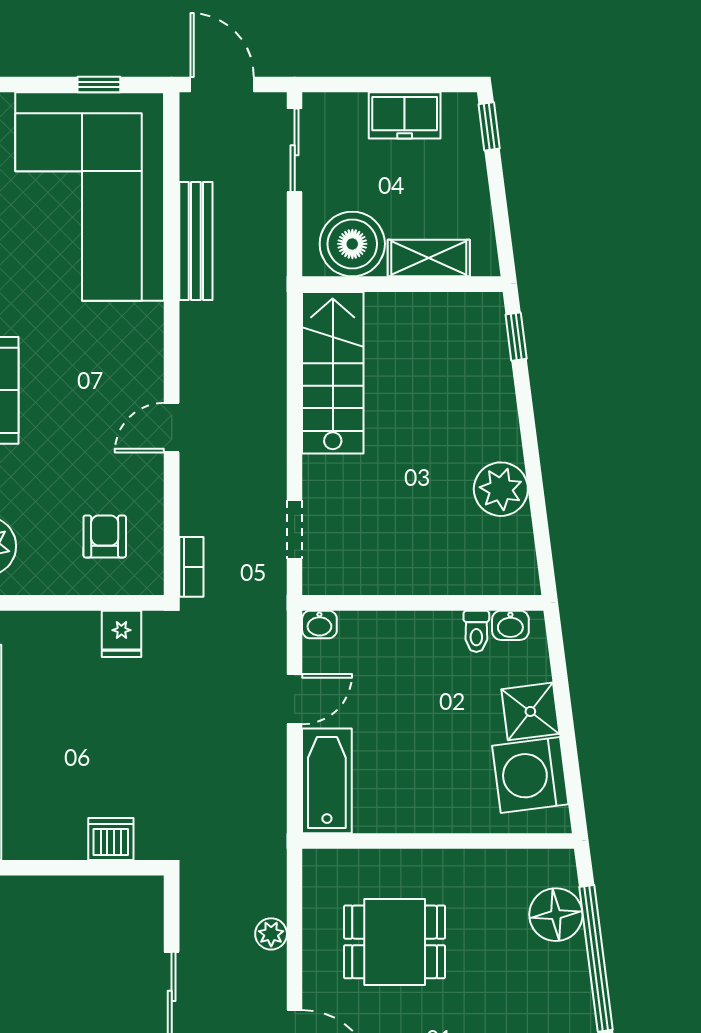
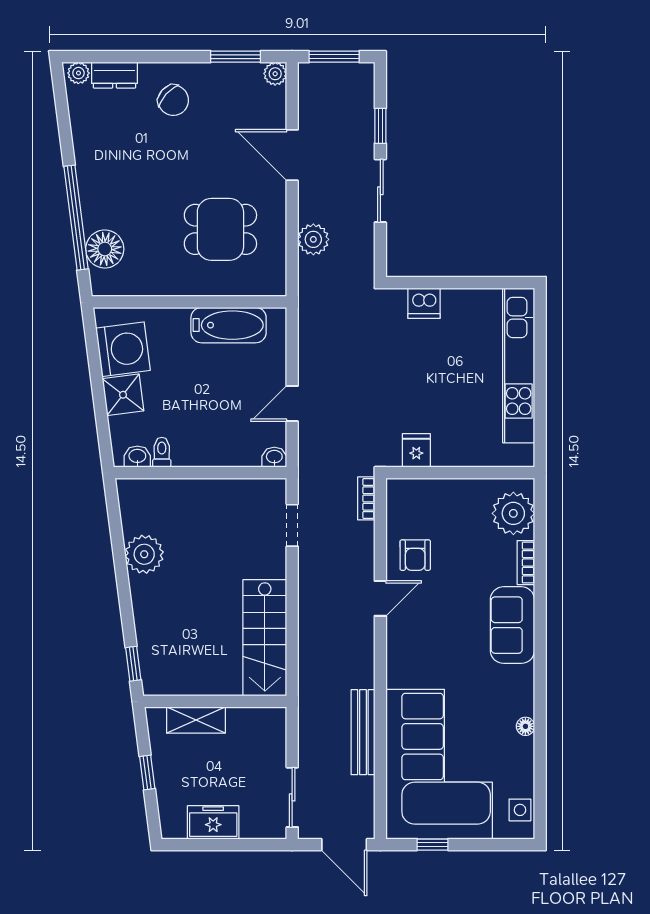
window: (489, 126) -> (147, 772), moved
boiler: (352, 244) -> (251, 730), removed
armchair: (105, 536) -> (415, 555), moved
bathtub: (327, 781) -> (229, 325), moved, turned -90
plant: (271, 934) -> (313, 239), width x1.38, depth x1.38

